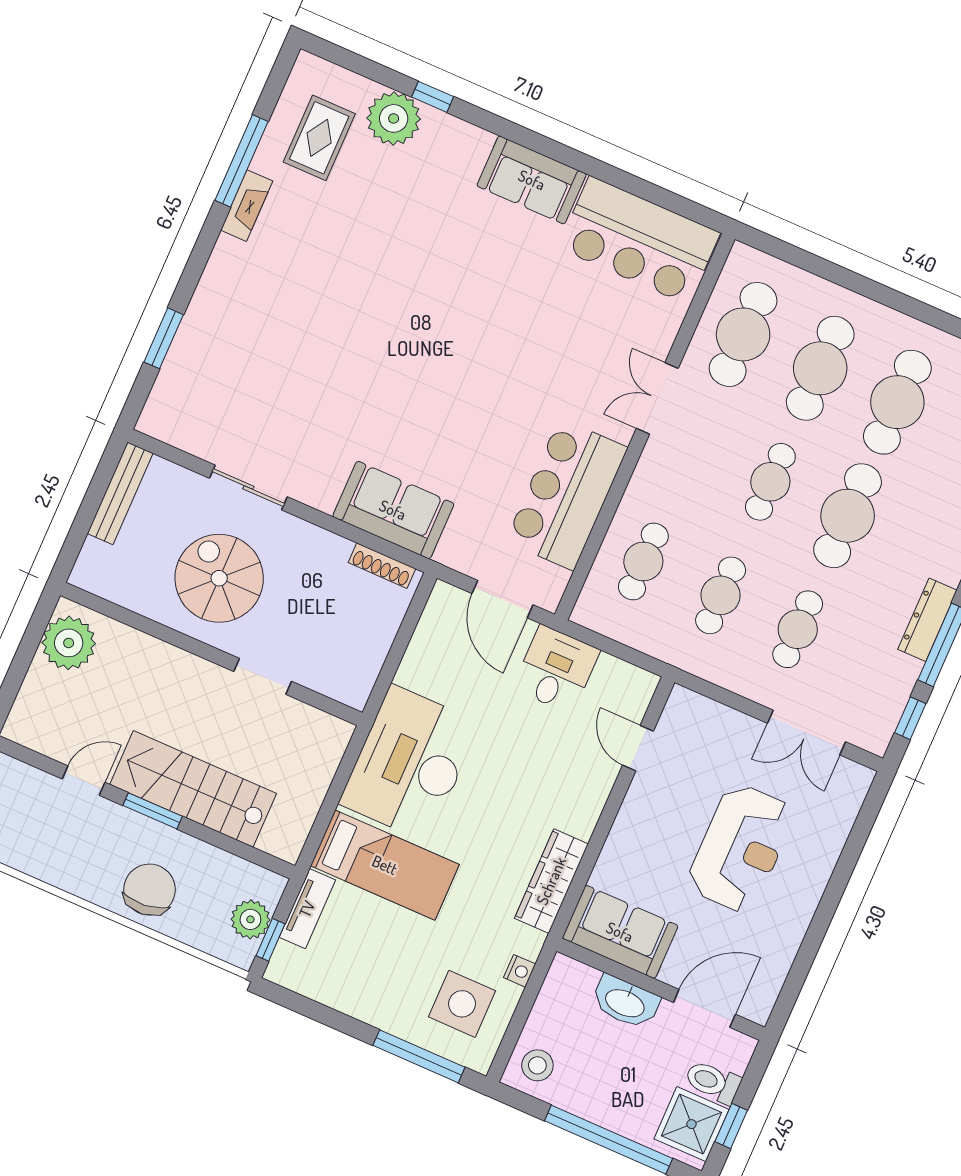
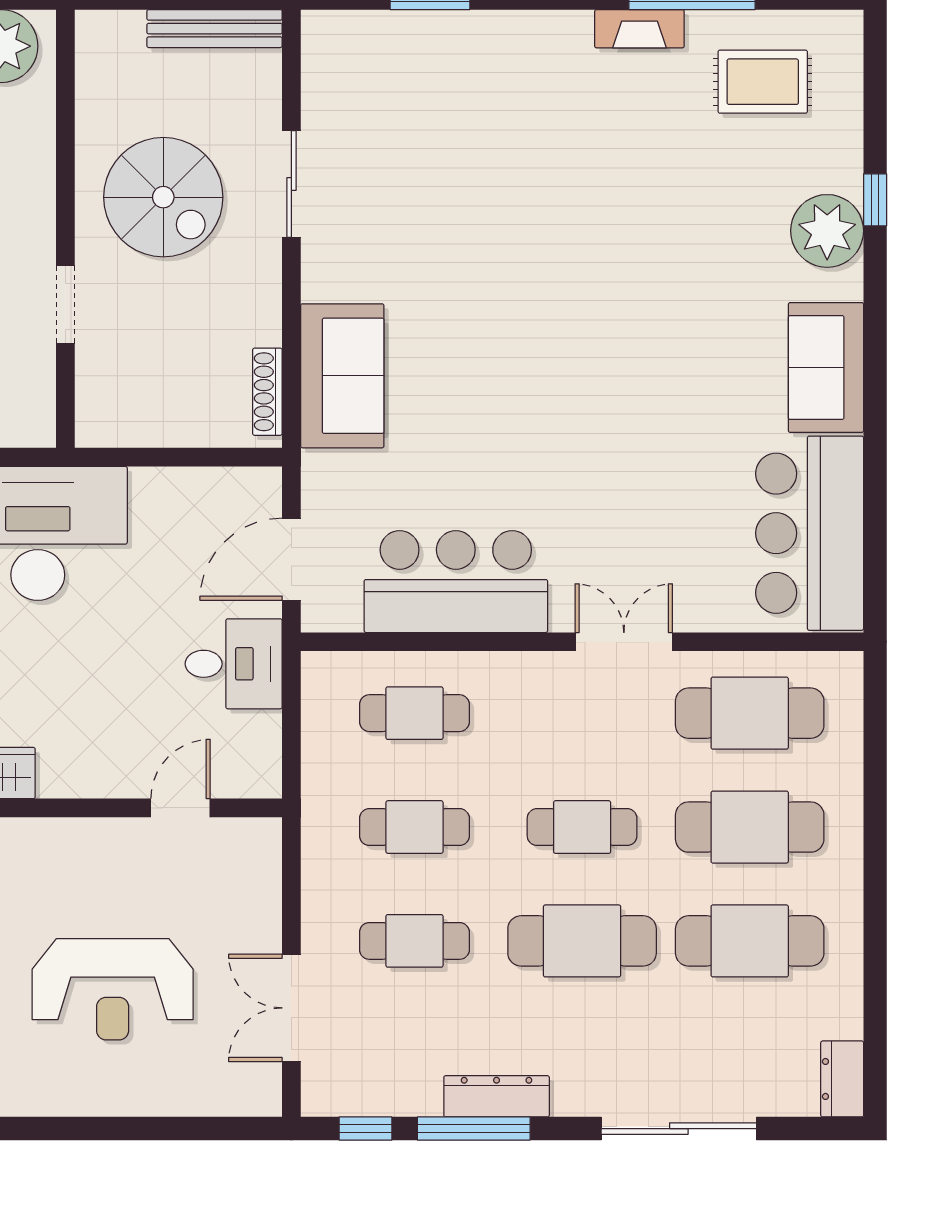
plant: (394, 118) -> (827, 231), moved
spiral stairs: (219, 578) -> (163, 197), turned 90

